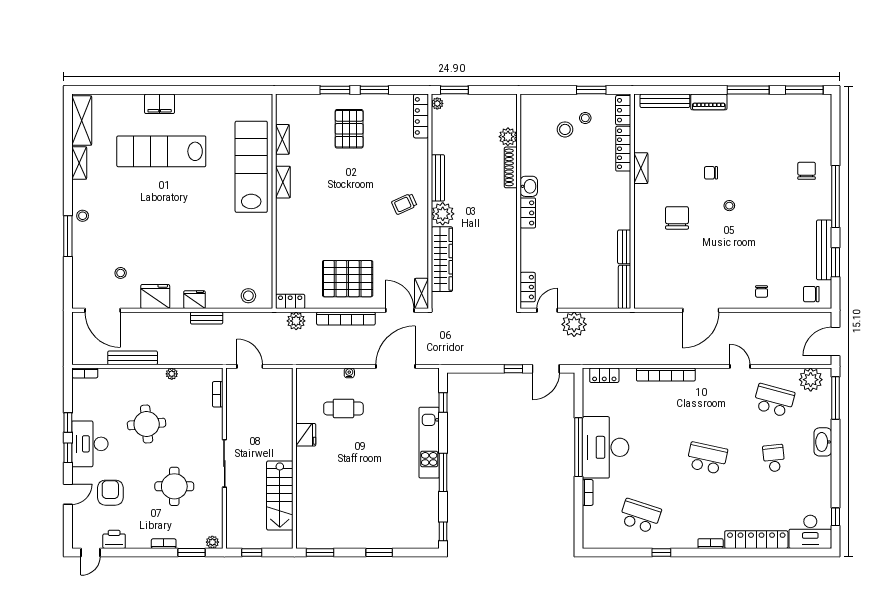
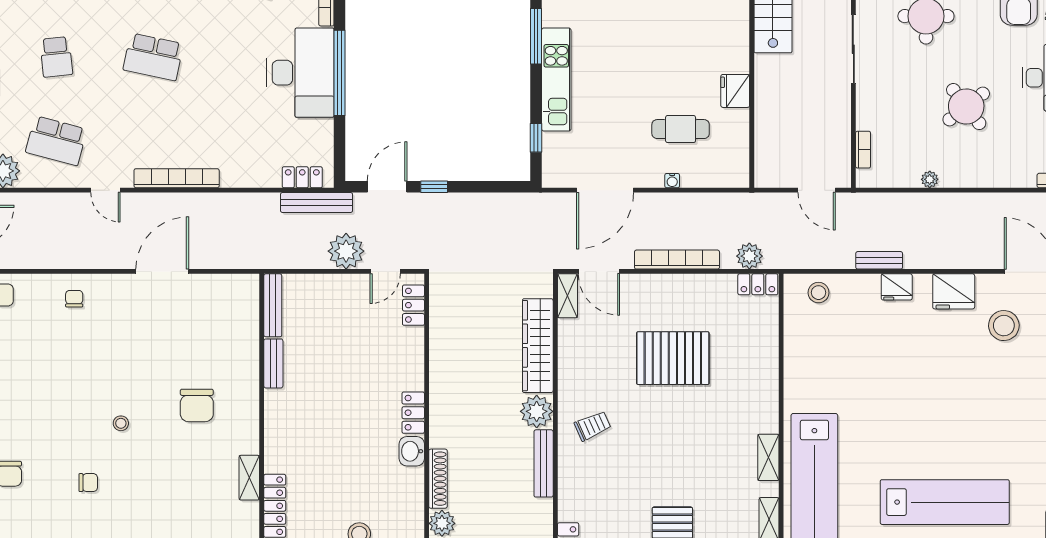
chair: (711, 173) -> (88, 483), moved
stool: (121, 273) -> (1004, 326), width x1.89, depth x1.89
pallet: (348, 279) -> (673, 358), moved
bench: (133, 358) -> (317, 202), moved
bookcase: (666, 375) -> (177, 178), moved
round table: (147, 424) -> (966, 107), turned -33

